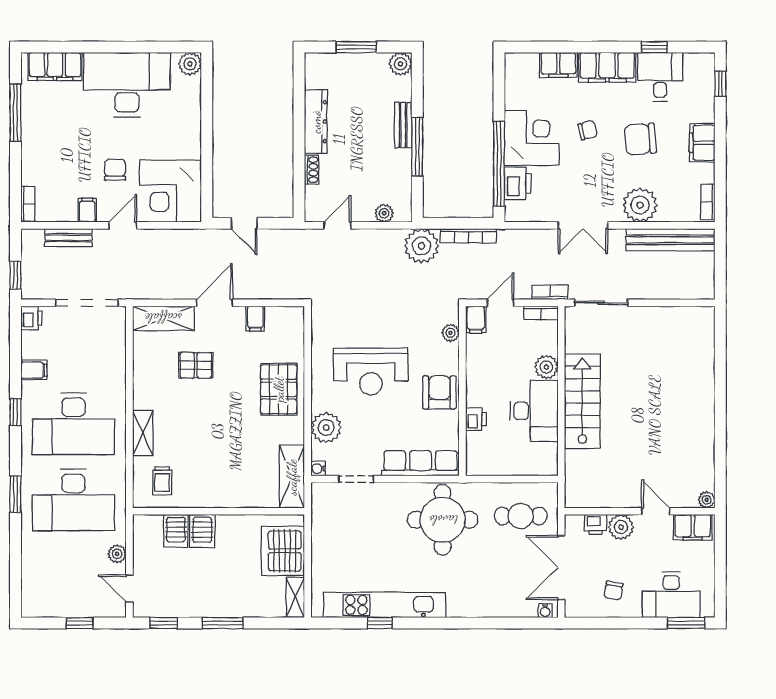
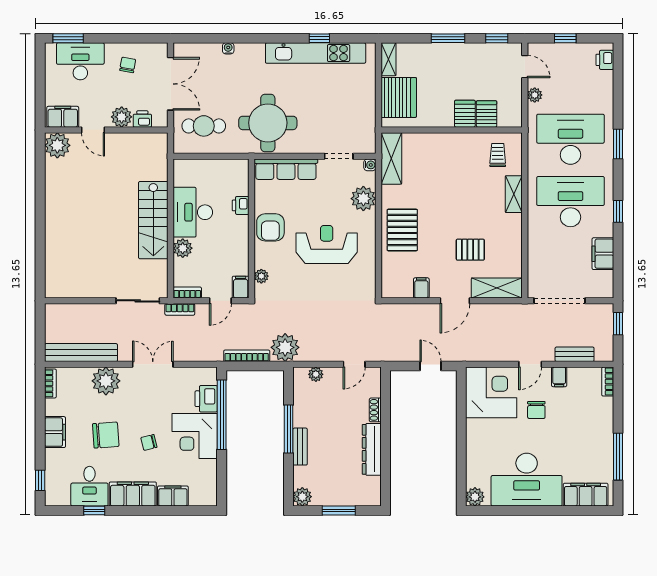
printer: (32, 318) -> (605, 60), moved
filing cabinet: (34, 370) -> (603, 254), width x2.00
plant: (707, 500) -> (57, 145), width x1.87, depth x1.87
water cooler: (545, 611) -> (228, 48), moved

